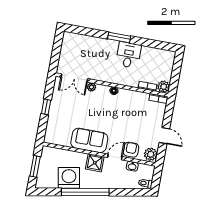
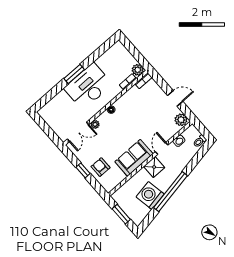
desk: (128, 55) -> (88, 86), width x1.87, depth x1.30
armchair: (131, 150) -> (101, 167), moved

